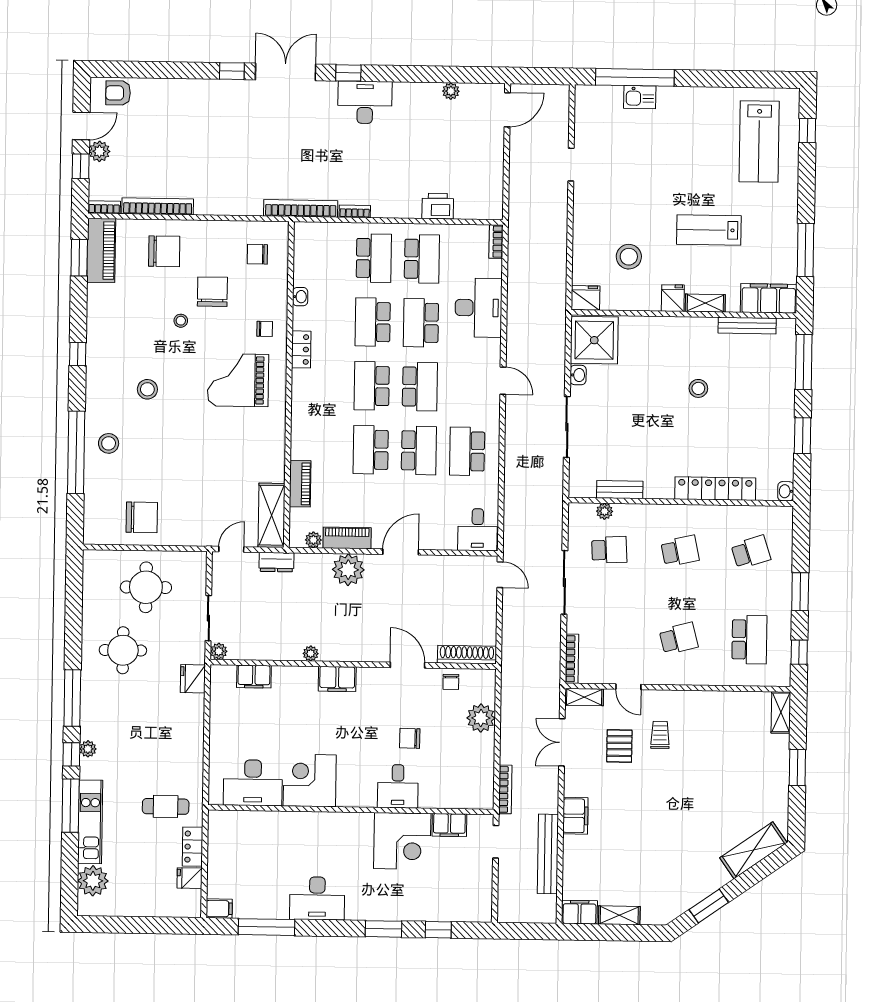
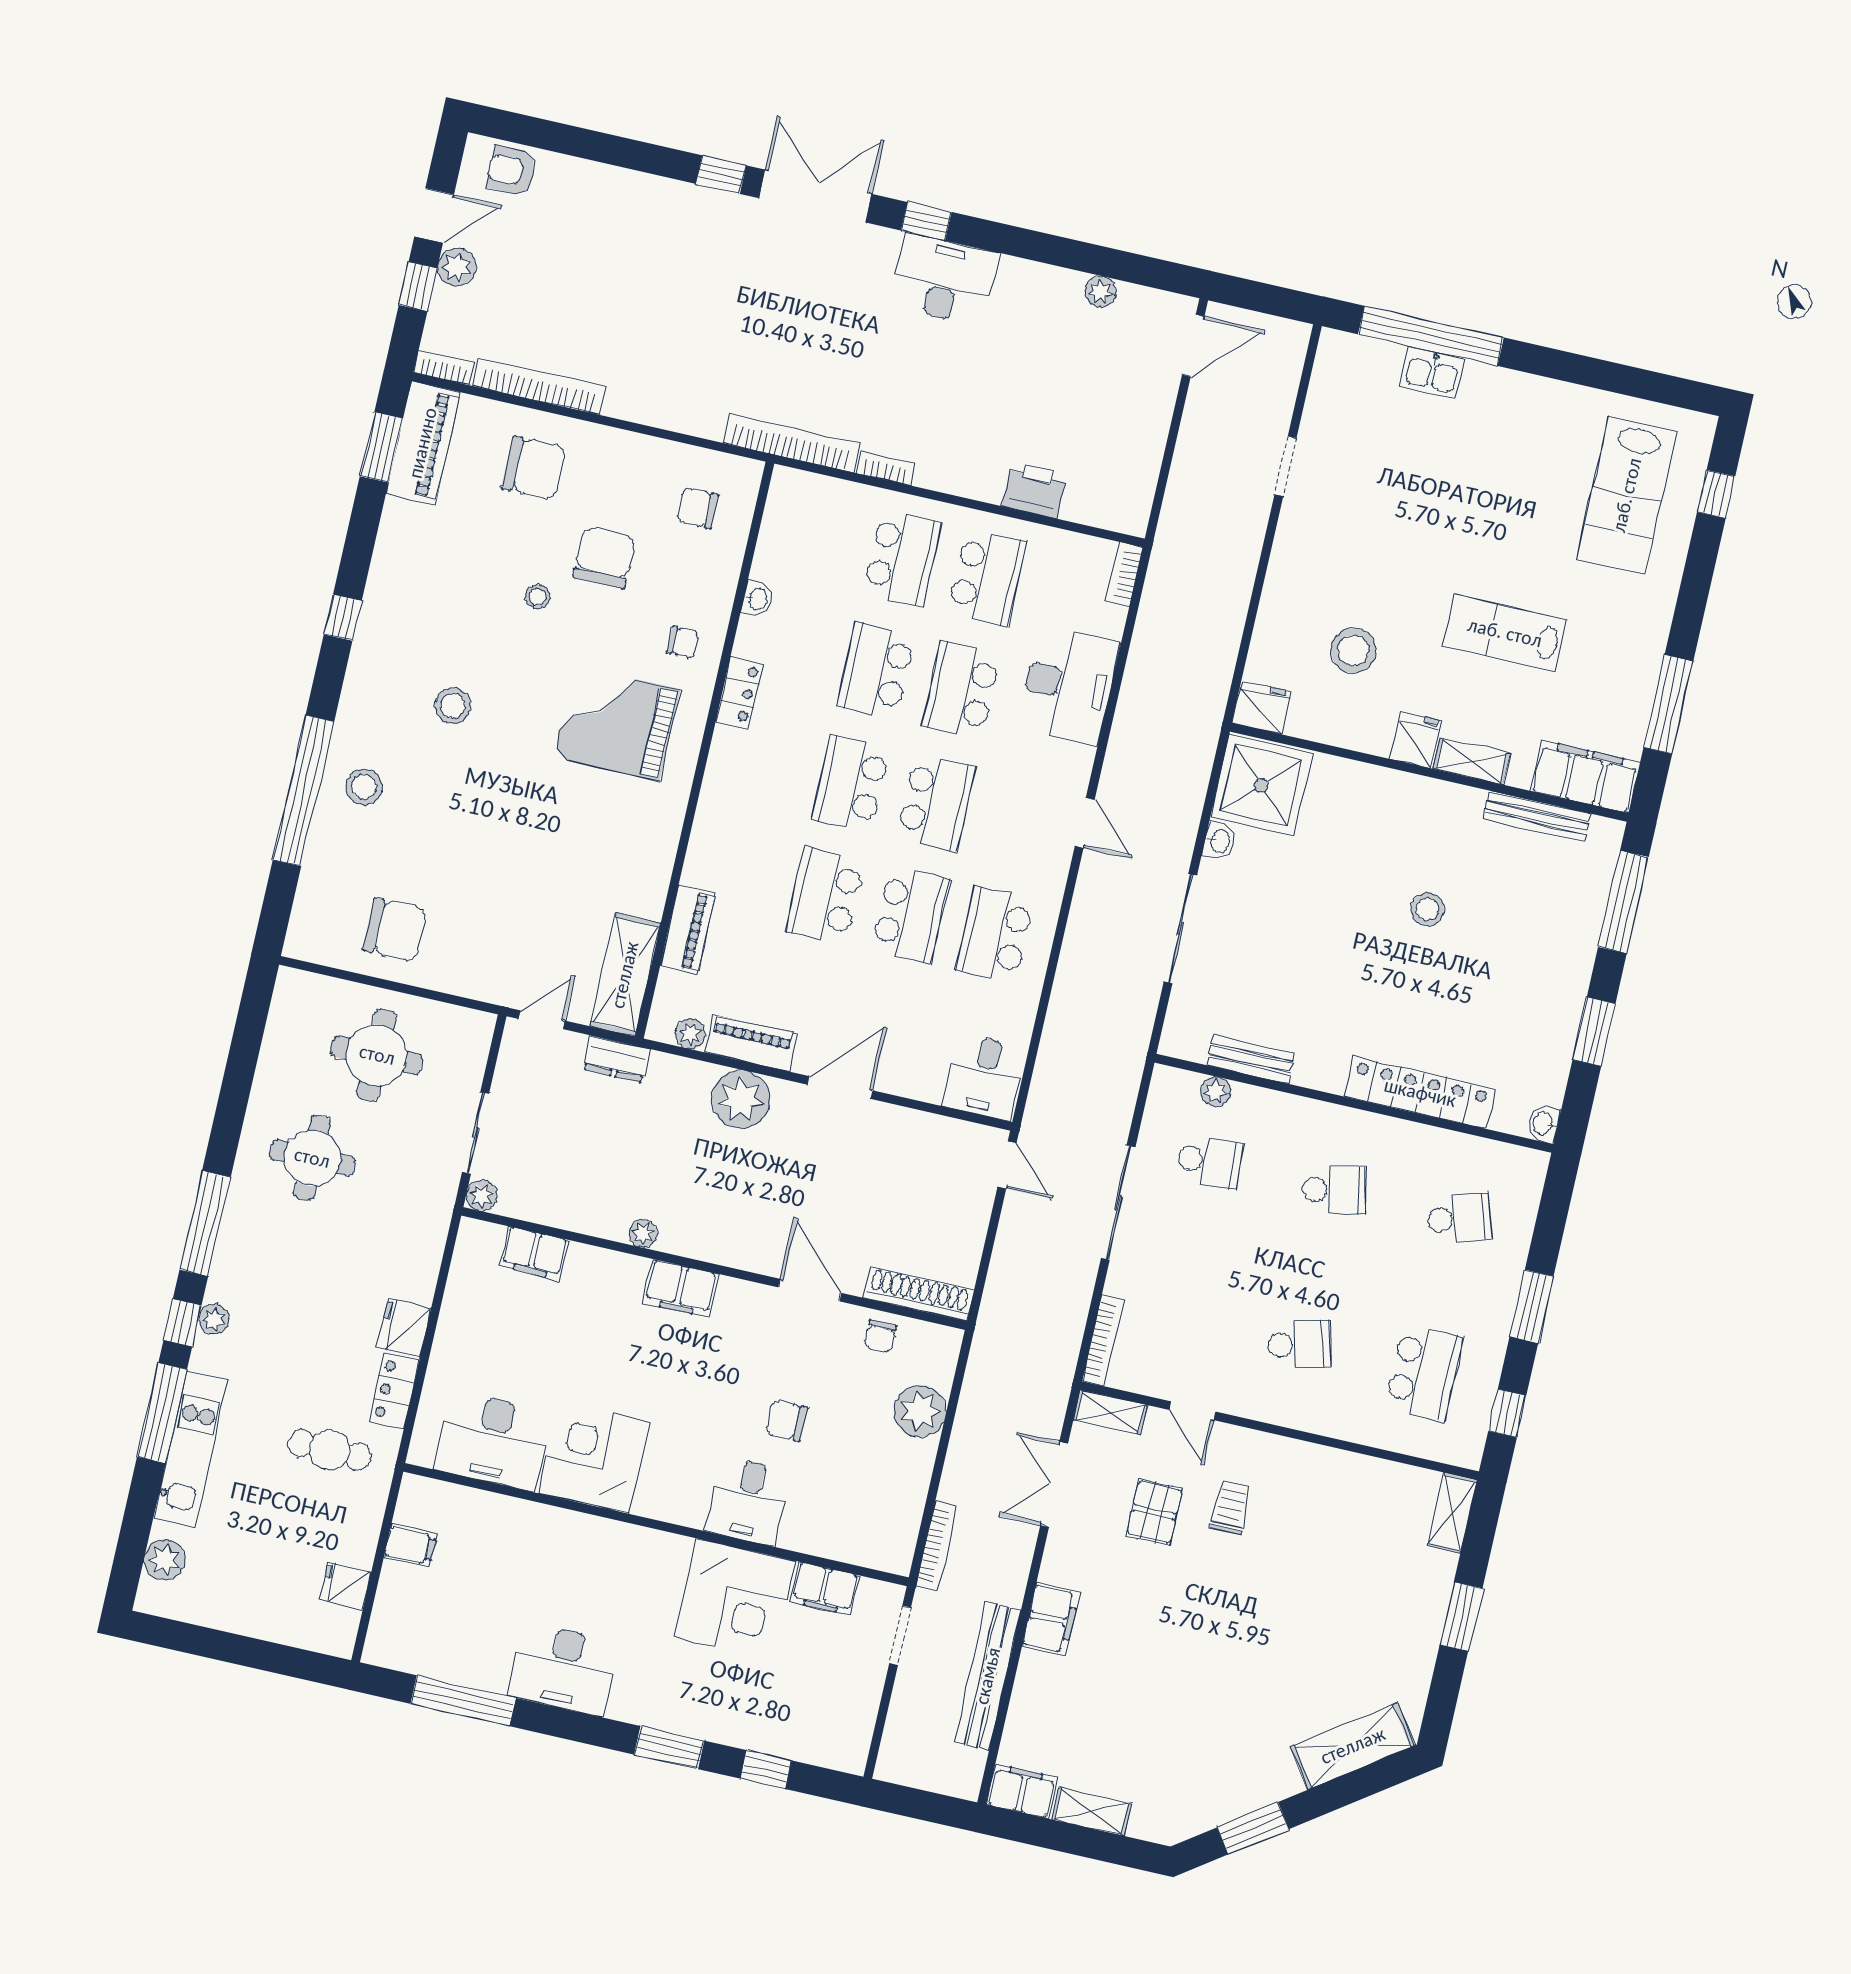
fridge: (193, 679) -> (404, 1328), moved
locker: (193, 847) -> (394, 1391), moved
plant: (93, 881) -> (165, 1560), width x0.73, depth x0.73
filing cabinet: (219, 909) -> (410, 1545), moved

